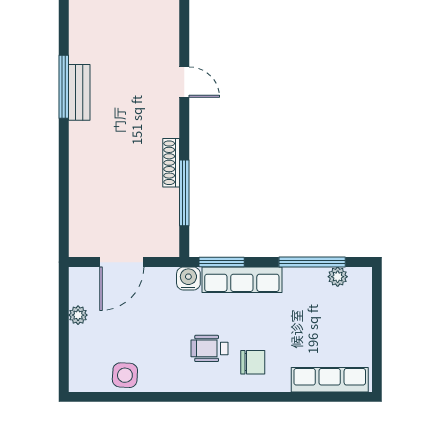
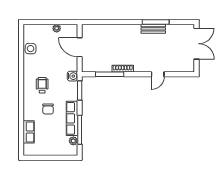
row of seats: (242, 280) -> (72, 118), moved
chair: (253, 362) -> (48, 109), moved
row of seats: (330, 380) -> (29, 132), width x0.68

